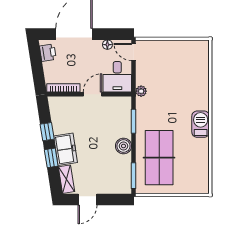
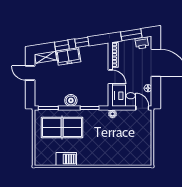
door: (134, 52) -> (142, 108), hinge flipped
window: (37, 66) -> (131, 35), added
barbecue: (201, 124) -> (66, 159), moved

